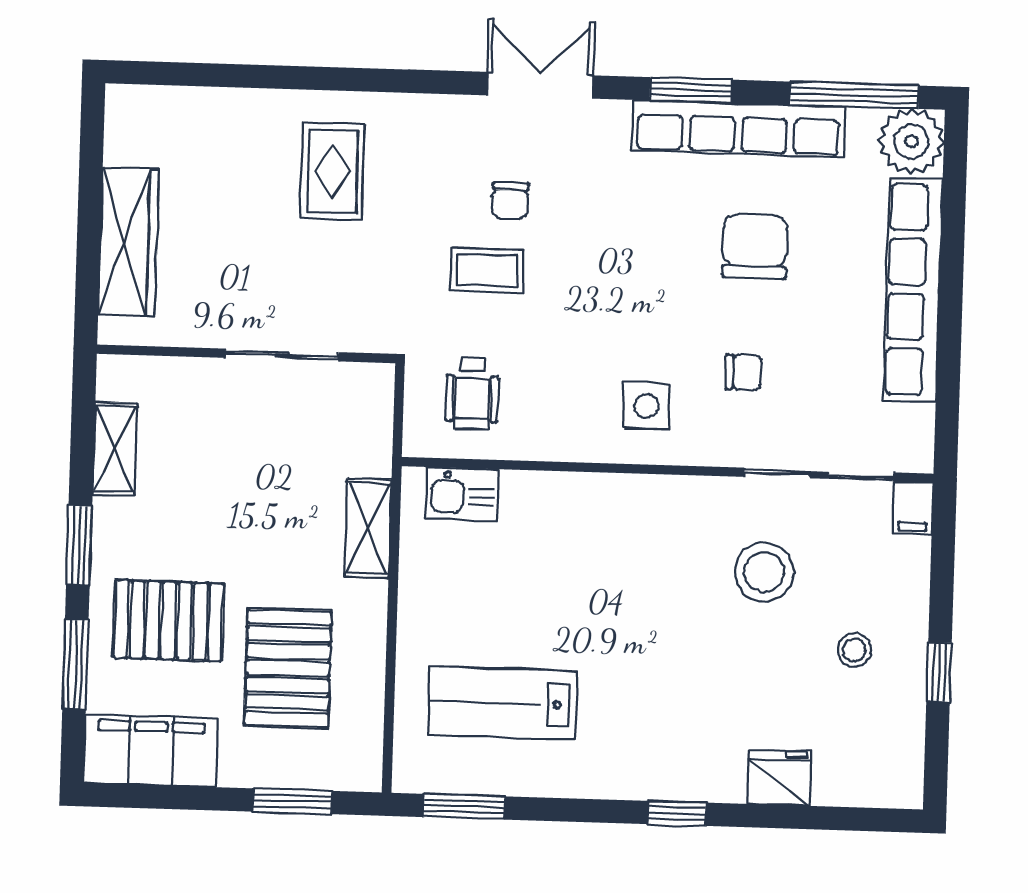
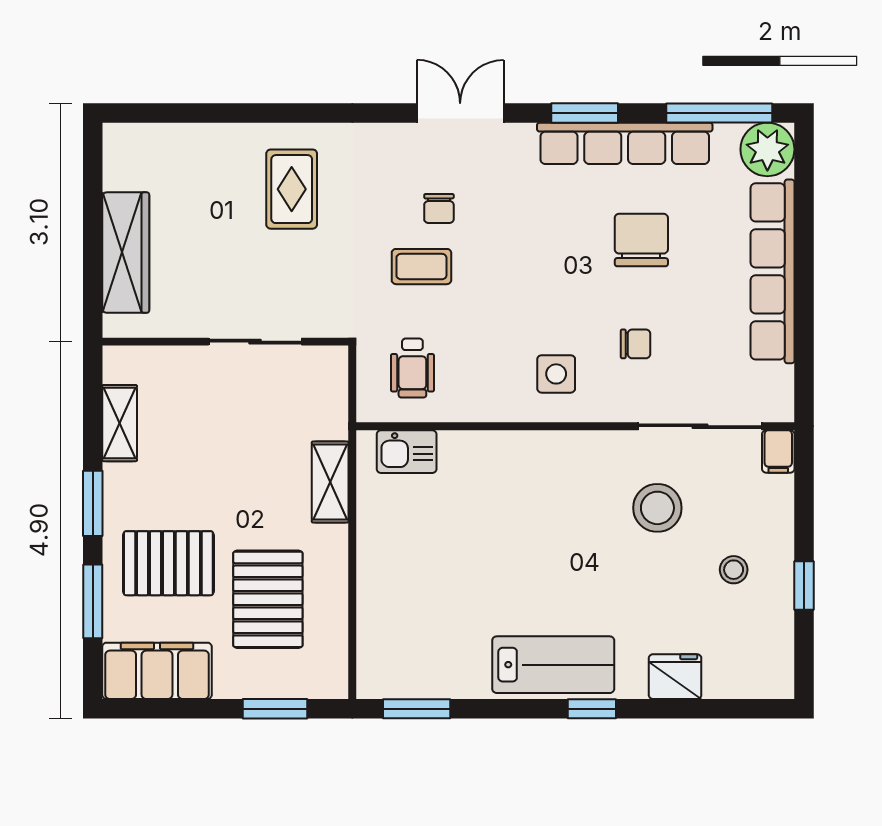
lab bench: (503, 703) -> (553, 665), moved, turned 180

